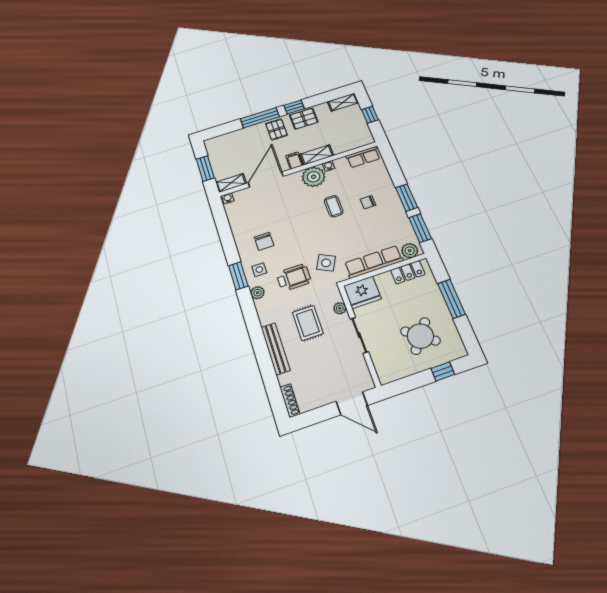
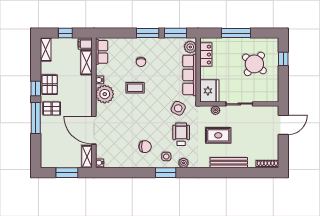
shelving: (317, 155) -> (86, 63), moved
filing cabinet: (294, 161) -> (85, 44), moved

